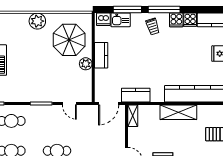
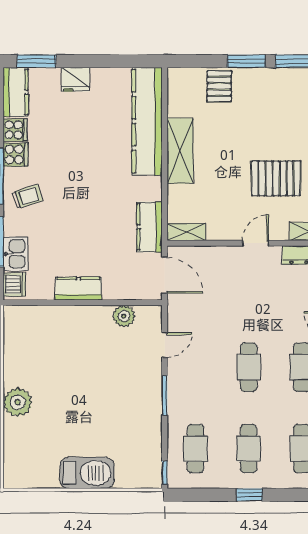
parasol: (69, 40) -> (51, 346), removed
plant: (86, 64) -> (124, 316), moved

